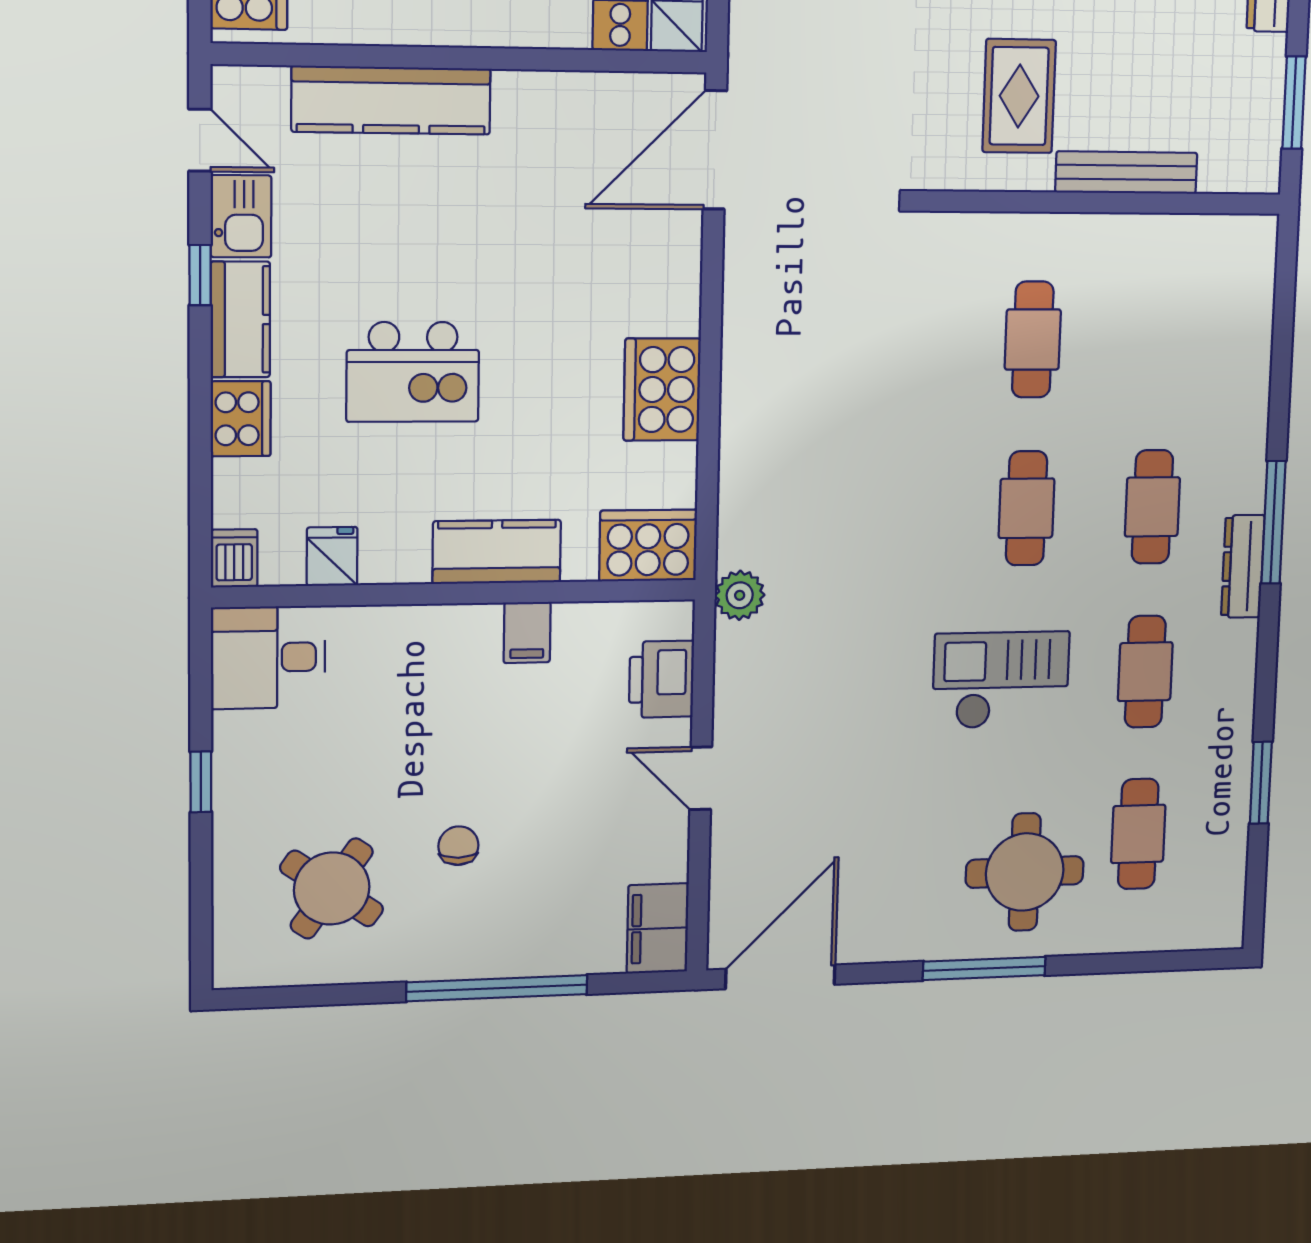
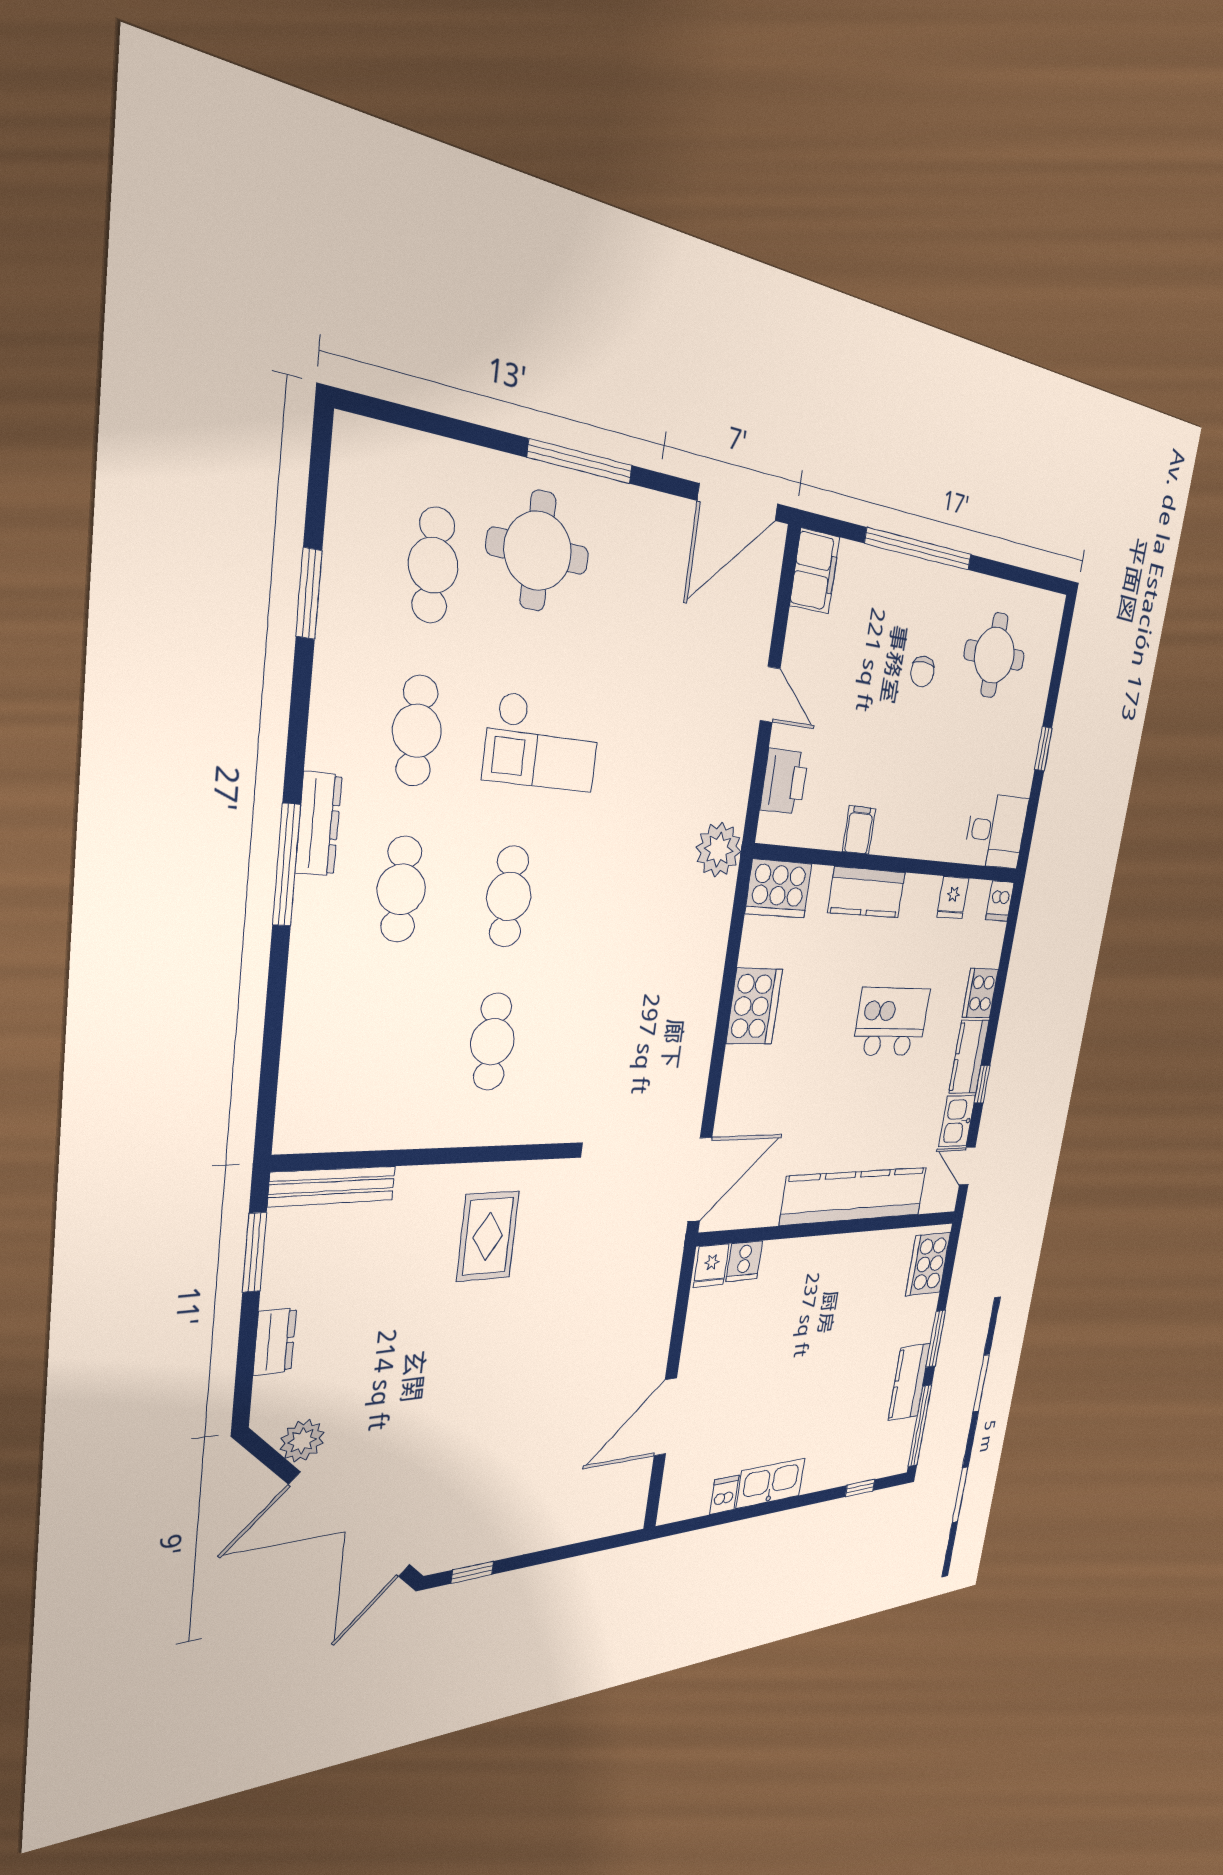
kitchen counter: (391, 100) -> (855, 1196), width x1.39, depth x1.17
bench: (1126, 172) -> (332, 1186), moved
plant: (740, 595) -> (719, 850), width x1.36, depth x1.36
round table: (332, 888) -> (994, 655), turned -35

